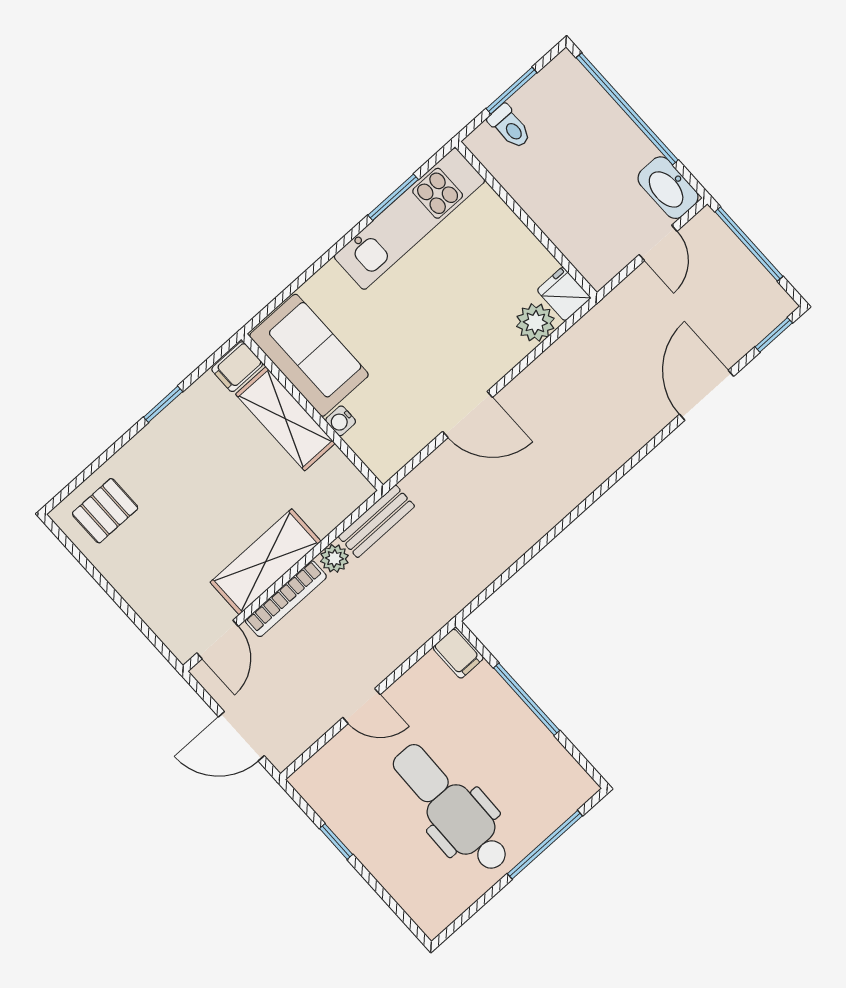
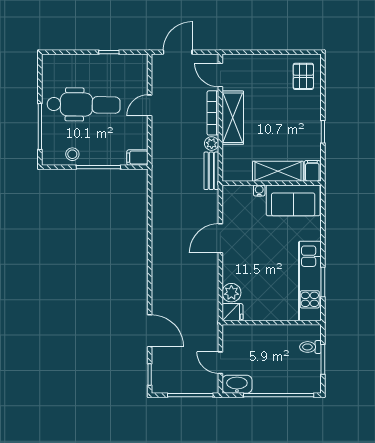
stool: (543, 757) -> (72, 154), added

